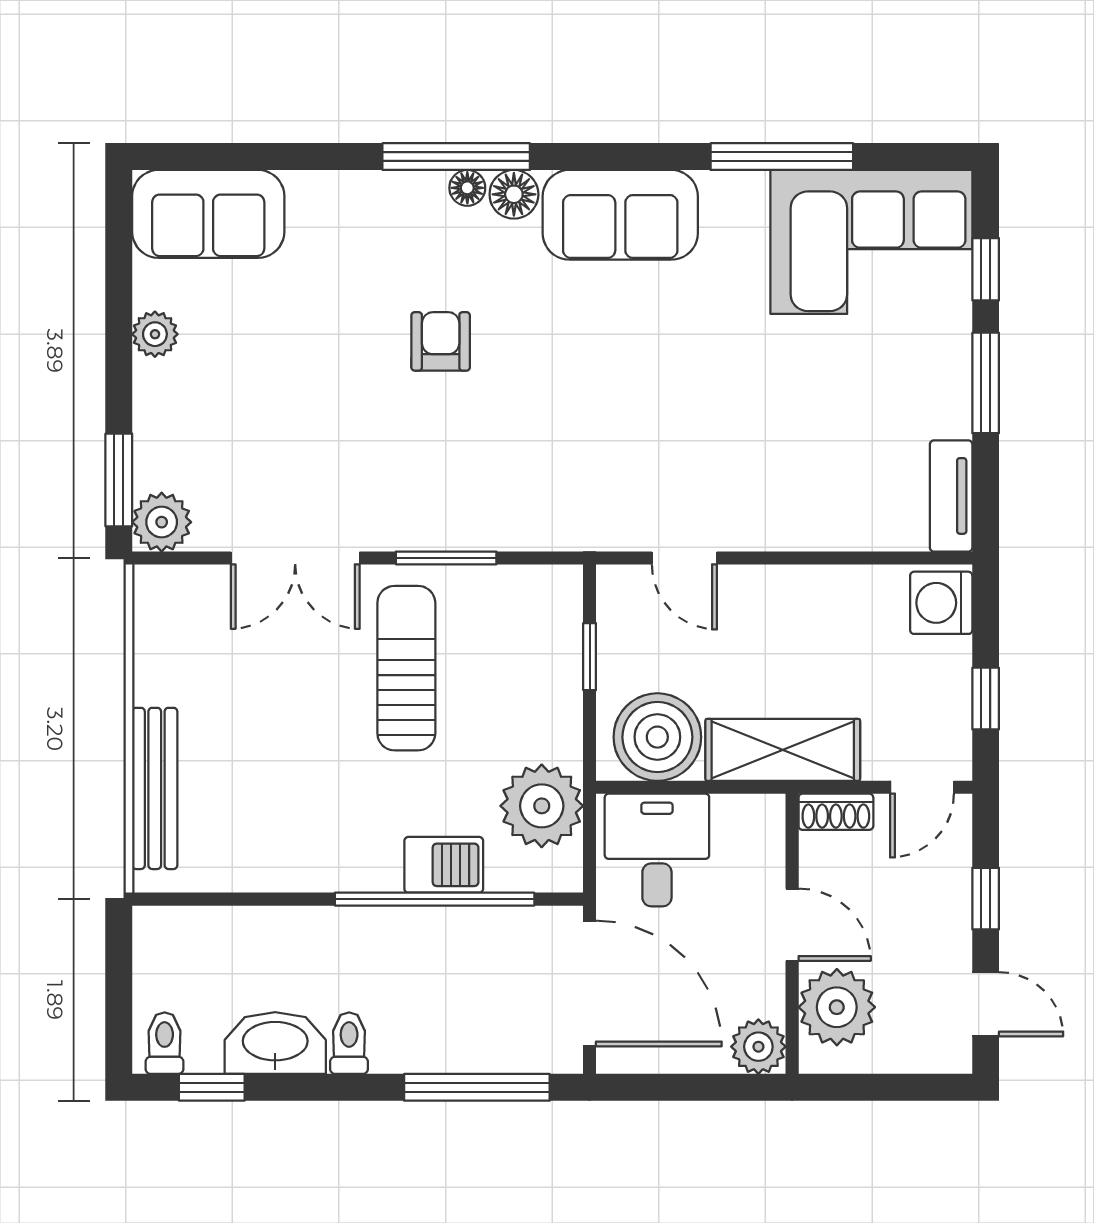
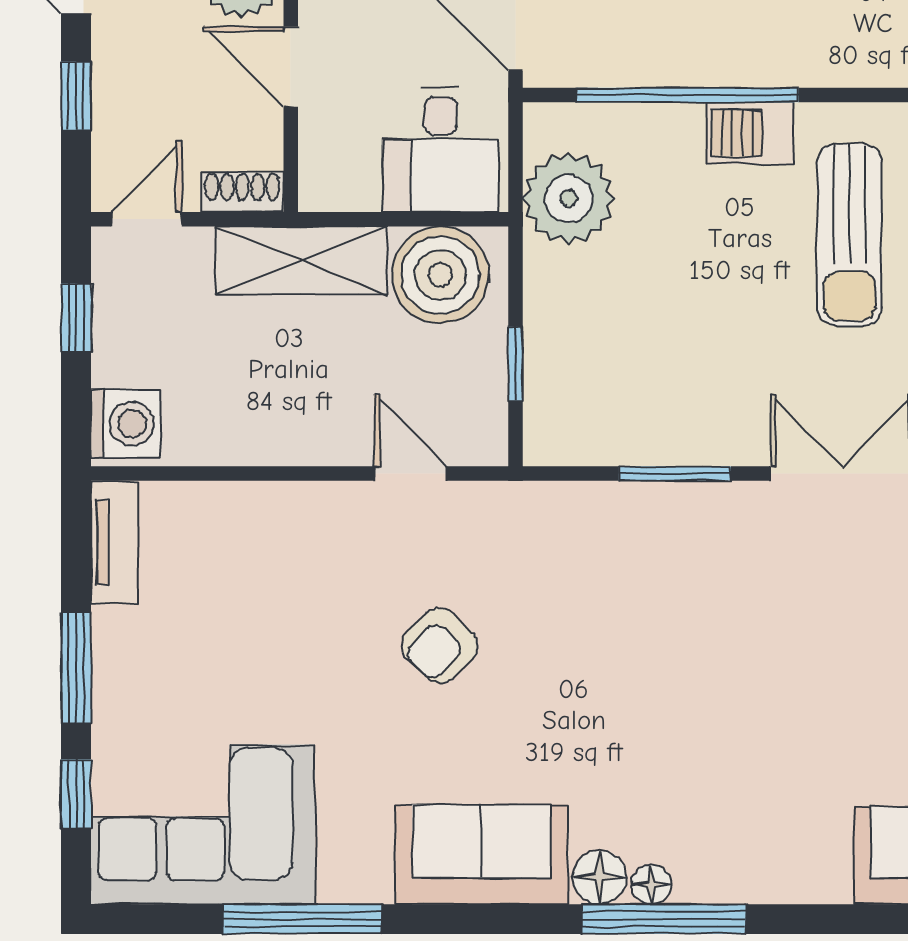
armchair: (441, 341) -> (440, 646), moved, turned 44
sun lounger: (406, 668) -> (849, 235), moved
barbecue: (444, 865) -> (750, 133), moved

